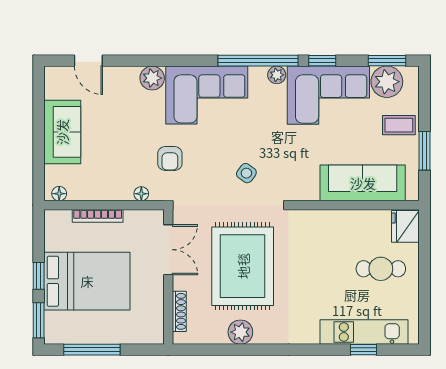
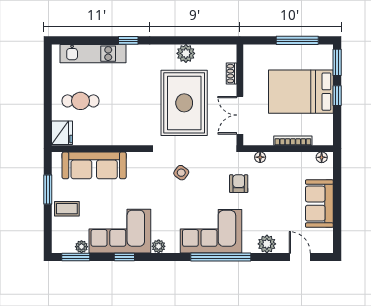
window: (258, 61) -> (221, 257), moved
plant: (152, 78) -> (267, 244), moved
plant: (387, 82) -> (81, 247), width x0.53, depth x0.53
shoe rack: (179, 311) -> (232, 74), width x0.70
window: (363, 350) -> (128, 40), moved

